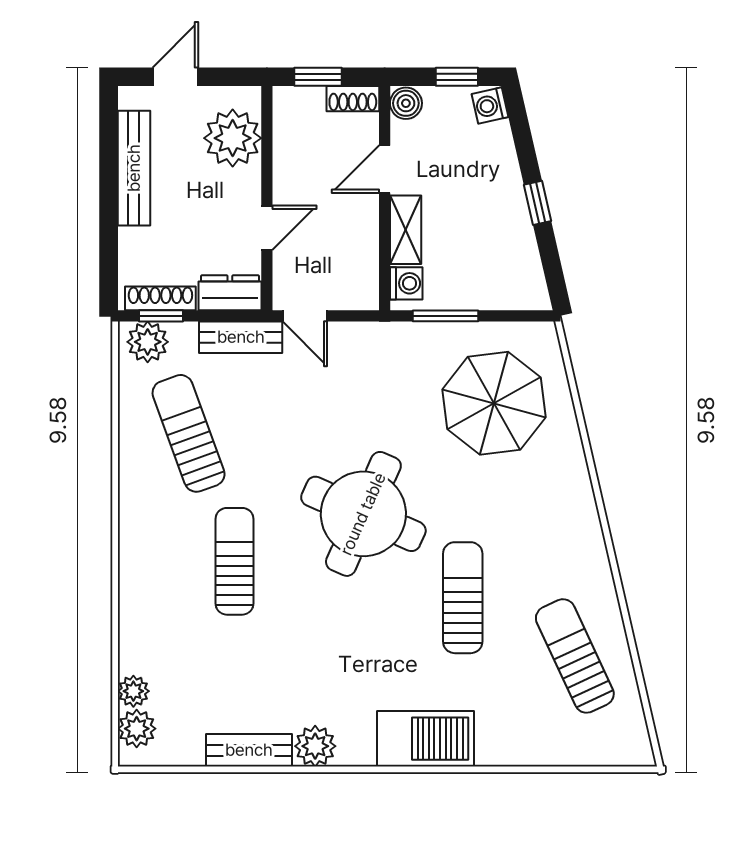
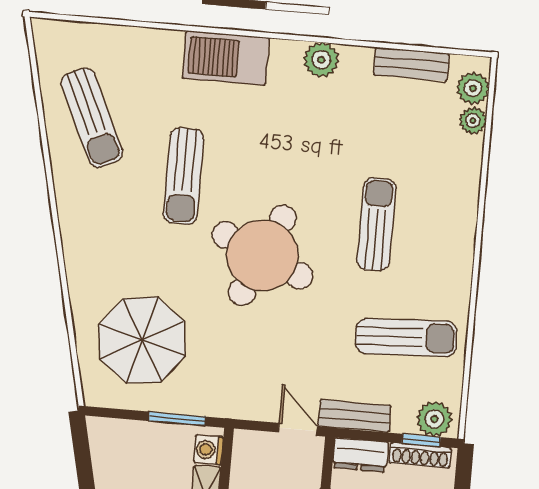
sun lounger: (189, 433) -> (406, 337), turned -73
sun lounger: (235, 561) -> (376, 224), turned 180
bench: (249, 750) -> (411, 64), moved

